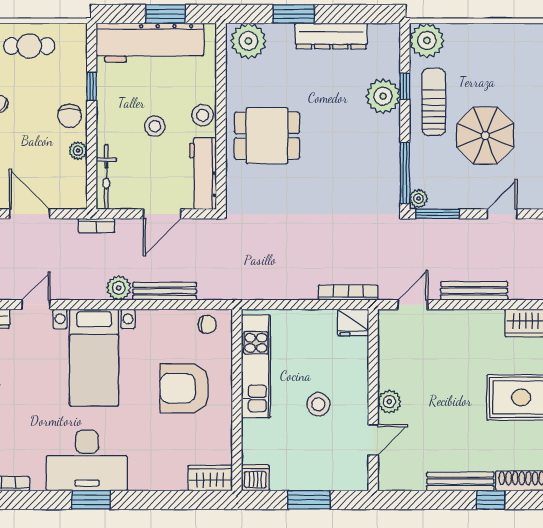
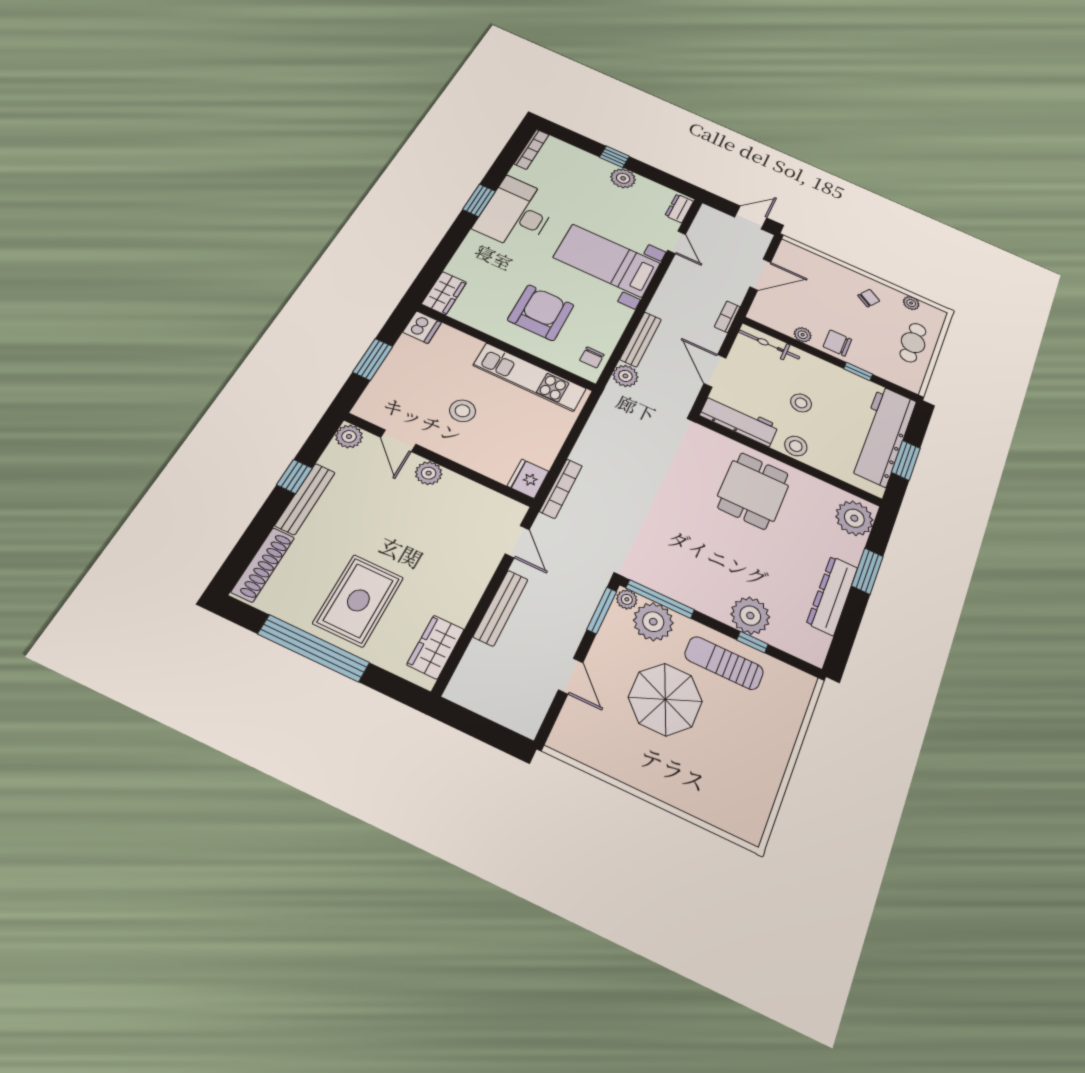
plant: (427, 40) -> (653, 622), moved
sun lounger: (434, 102) -> (724, 663), turned 180
plant: (119, 288) -> (625, 376), moved
plant: (390, 479) -> (349, 436), added
window: (491, 500) -> (295, 476), moved

